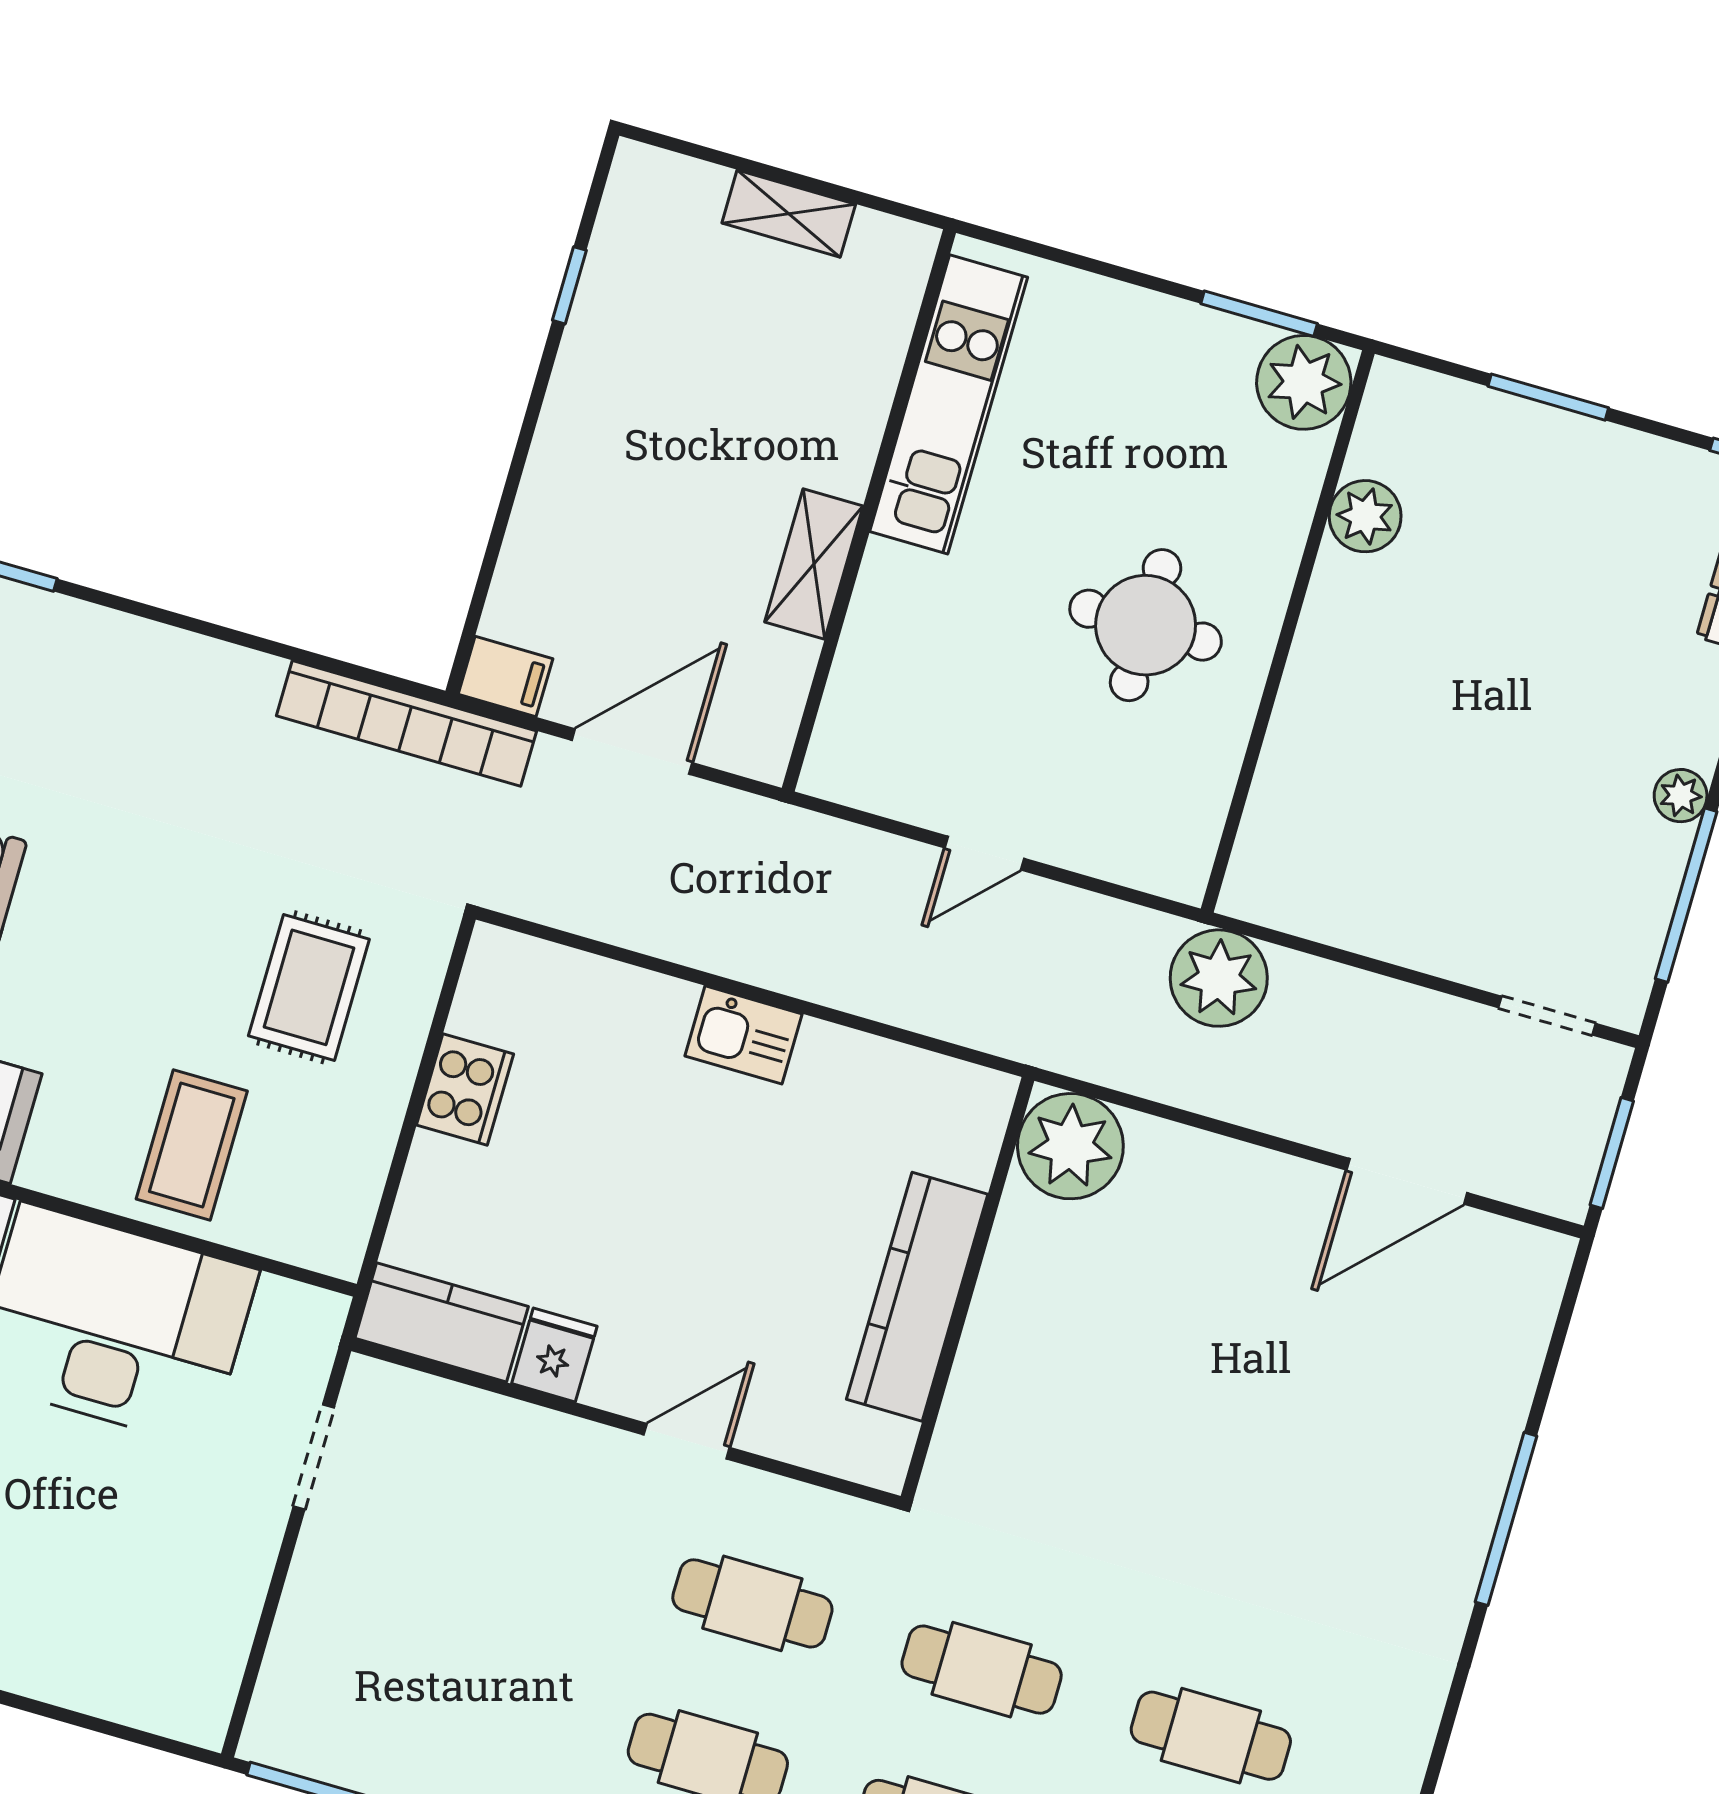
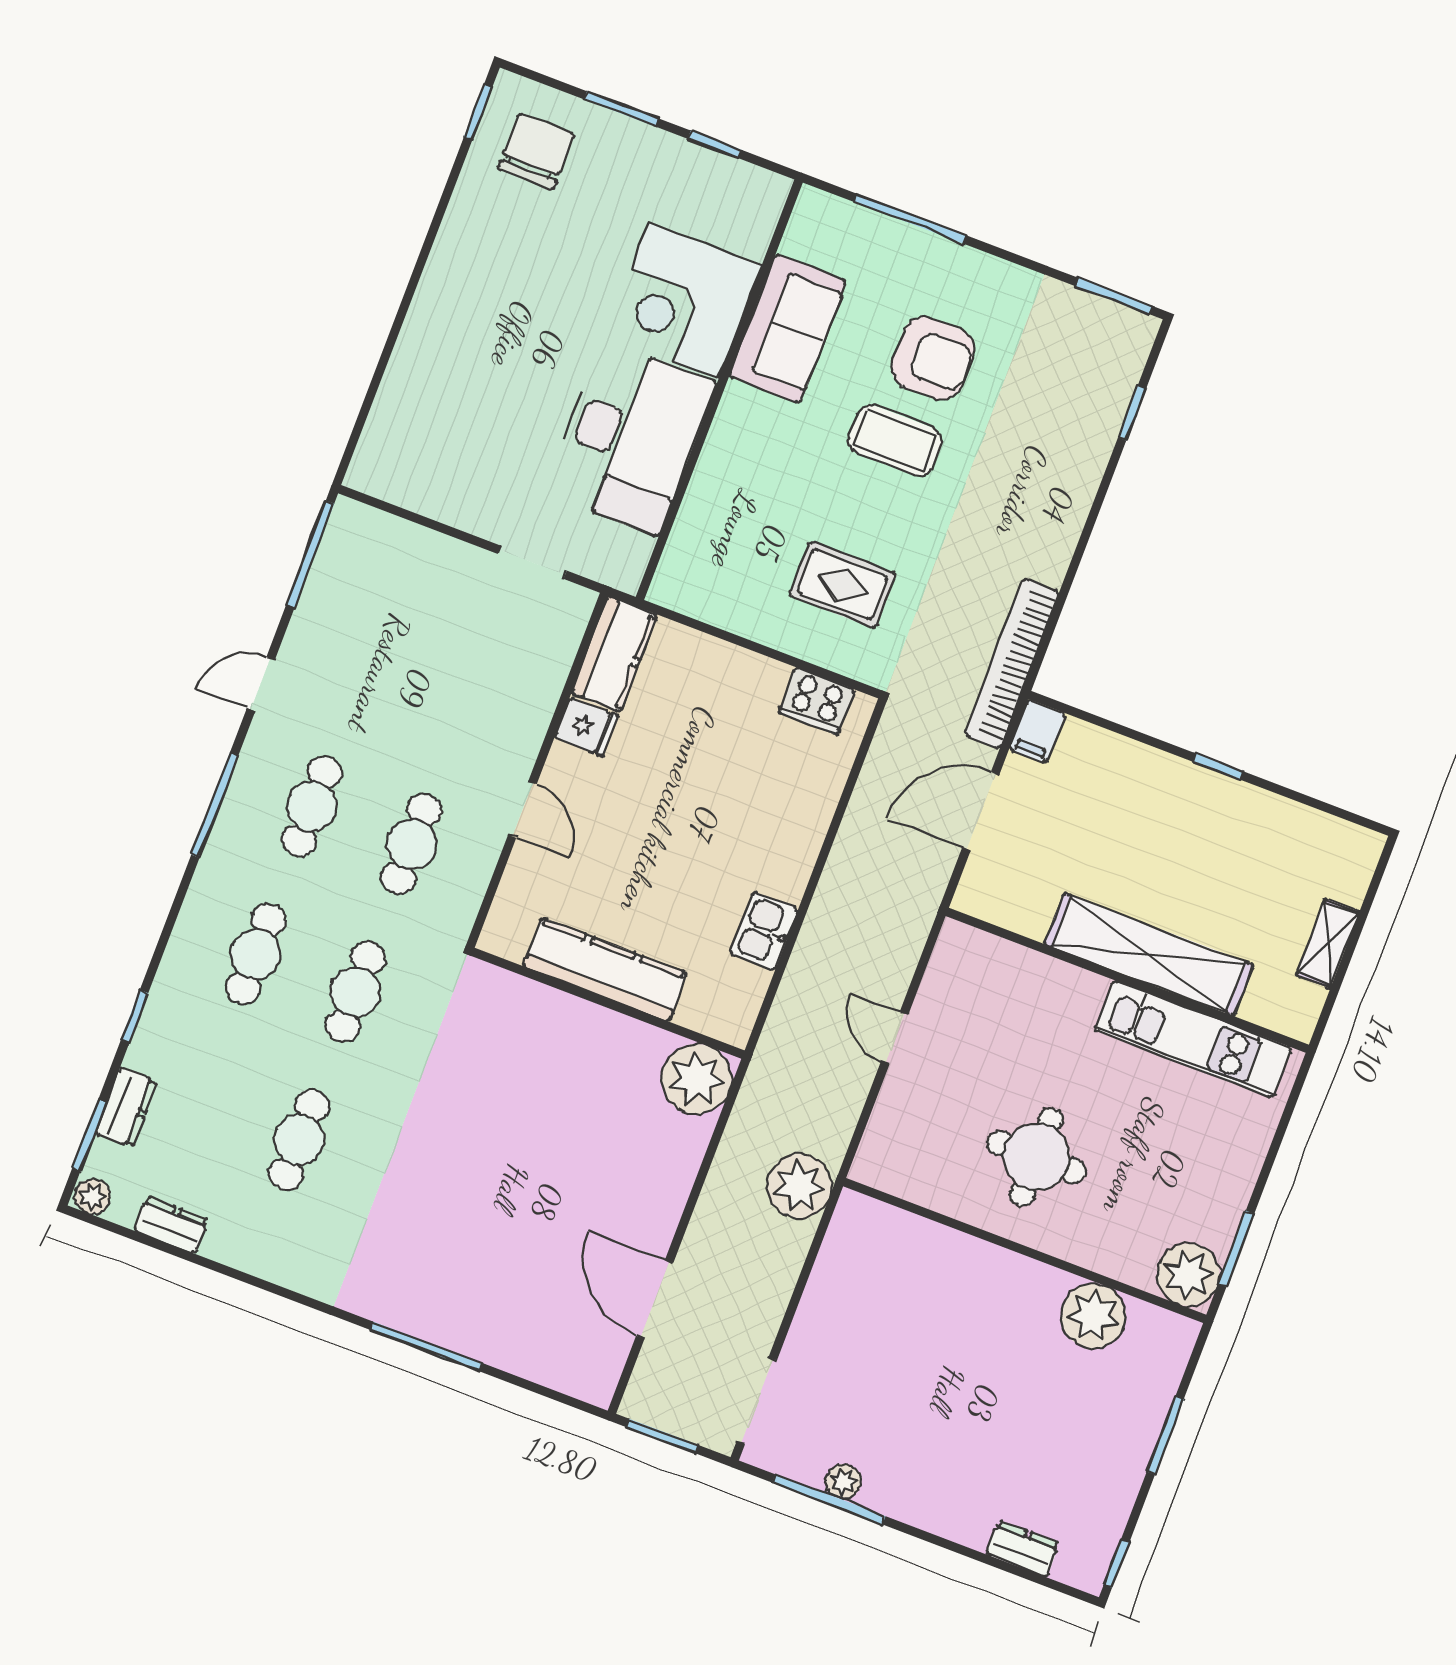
window: (569, 285) -> (1218, 767), moved
plant: (1365, 516) -> (1093, 1316), width x1.36, depth x1.36
shelving: (814, 564) -> (1149, 954), width x2.20, depth x1.33
door: (632, 751) -> (981, 811), swing flipped
plant: (1681, 796) -> (843, 1482), moved
doorway: (1547, 1016) -> (757, 1401), width x1.38
kitchen sink: (744, 1035) -> (764, 931), moved
cooker: (465, 1089) -> (817, 701), moved
coffee table: (192, 1145) -> (895, 441), moved

